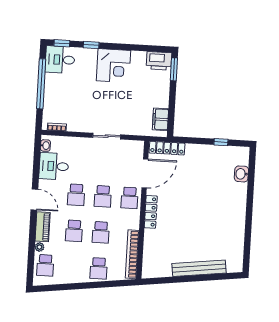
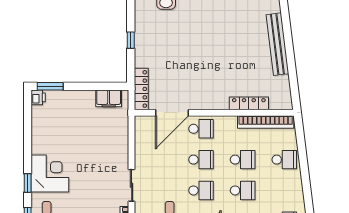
printer: (159, 61) -> (38, 97), width x0.53, depth x0.68
corner desk: (113, 66) -> (50, 174), moved
sliding door: (107, 136) -> (132, 185), moved
window: (221, 142) -> (131, 40), moved
door: (145, 173) -> (172, 113), swing flipped
locker: (151, 212) -> (249, 103), moved

